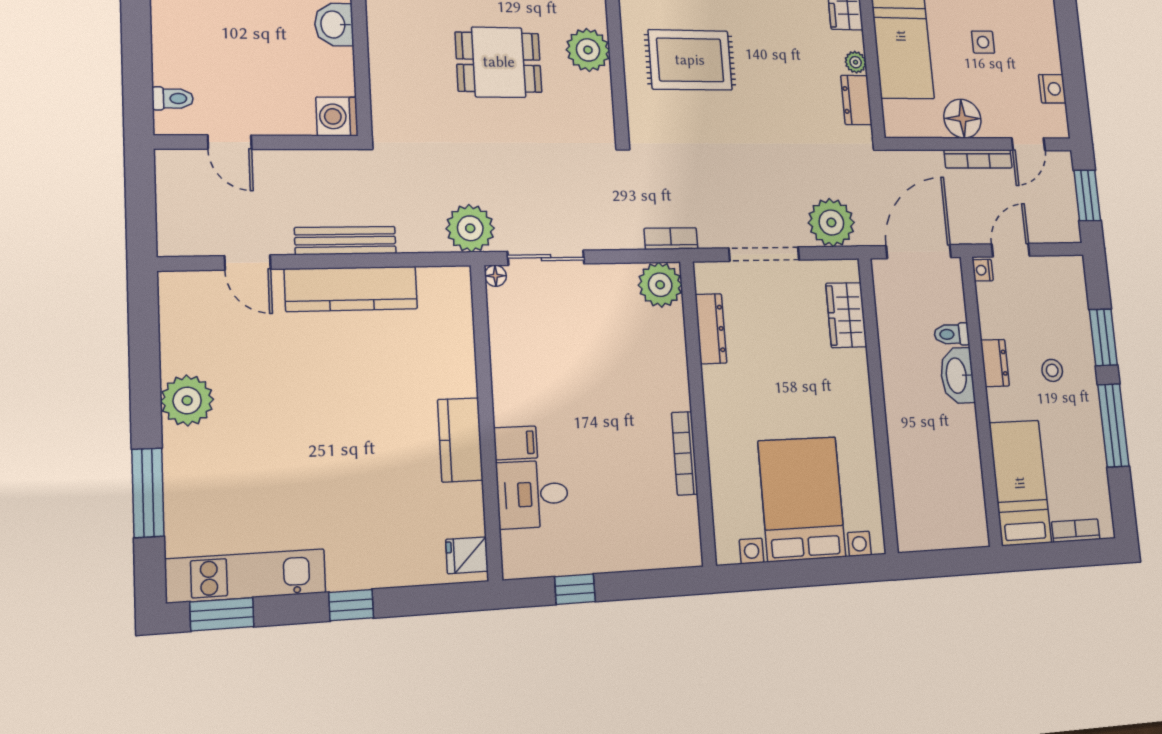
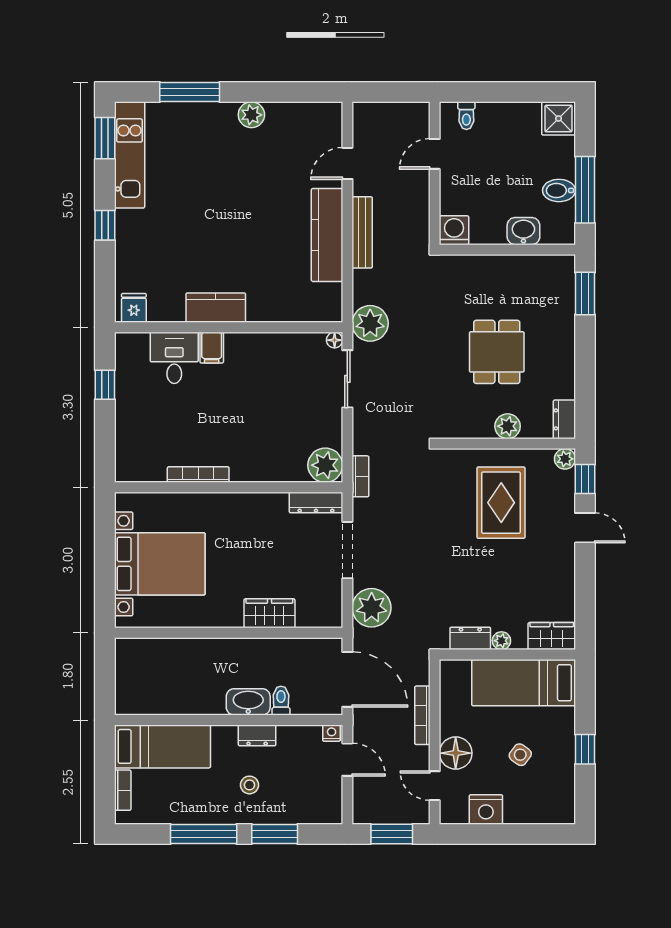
side table: (983, 42) -> (520, 755), turned 36
plant: (588, 50) -> (508, 426), width x0.73, depth x0.73
nightstand: (1052, 89) -> (486, 810), width x1.36, depth x1.33
floor lamp: (962, 119) -> (456, 753), moved
bookcase: (978, 159) -> (422, 715), moved
wardrobe: (846, 315) -> (269, 613), moved
dresser: (711, 329) -> (316, 503), moved
plant: (187, 400) -> (251, 115), width x0.73, depth x0.73

